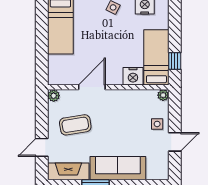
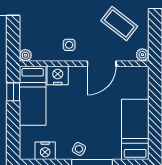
side table: (157, 124) -> (69, 45), moved
coffee table: (75, 125) -> (119, 24), turned 47

